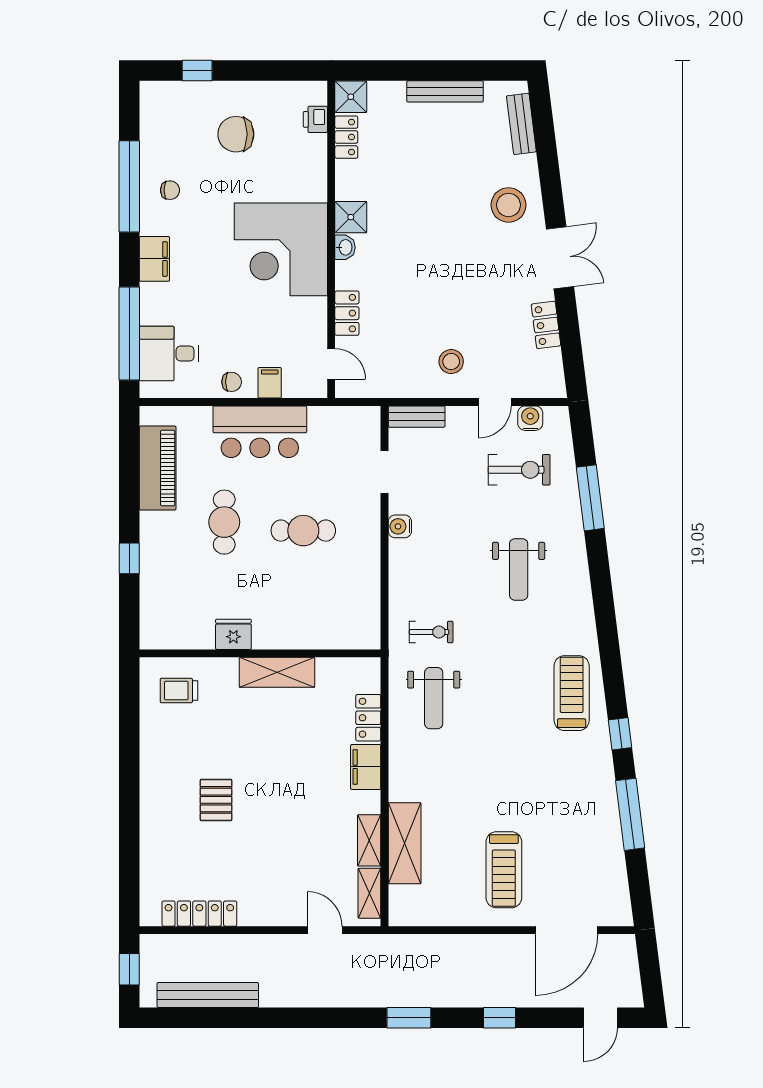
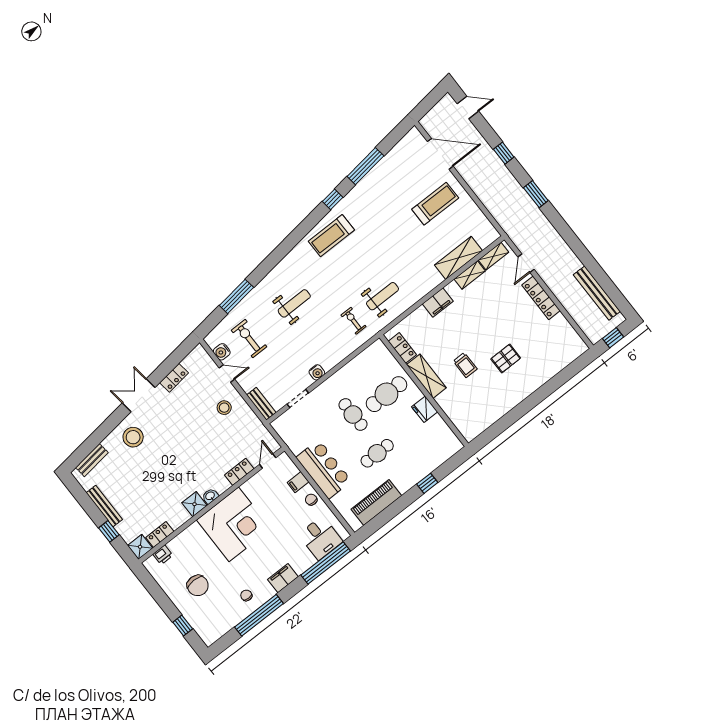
window: (405, 71) -> (109, 531), added
cafe table: (295, 598) -> (386, 394), added
trolley: (179, 691) -> (465, 365), moved
locker: (368, 718) -> (402, 348), moved, turned -90
locker: (199, 914) -> (541, 298), moved

